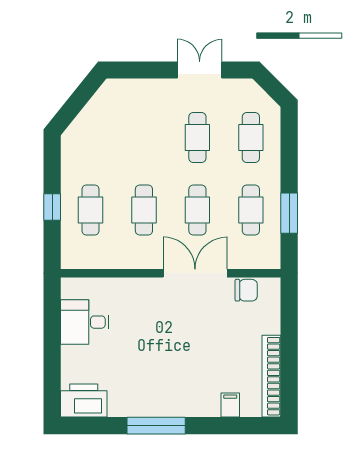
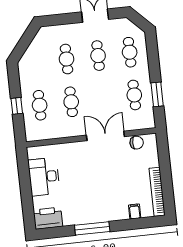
cafe table: (197, 210) -> (67, 59), moved
desk: (85, 322) -> (44, 177), width x1.37

